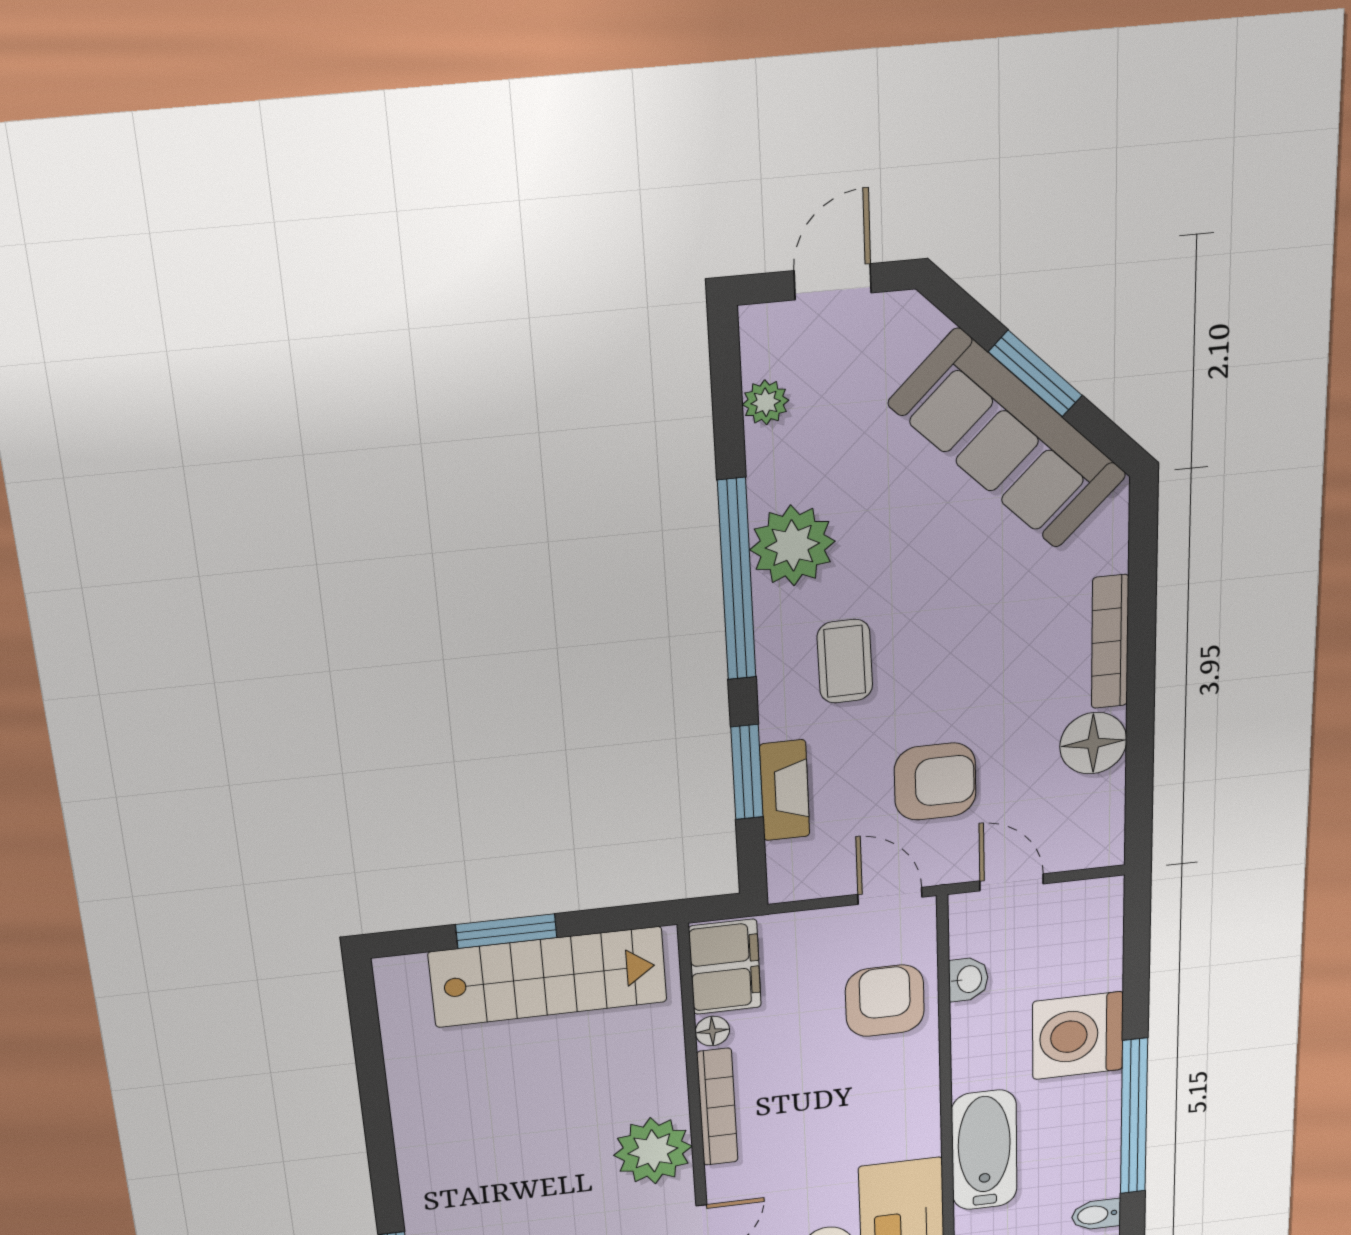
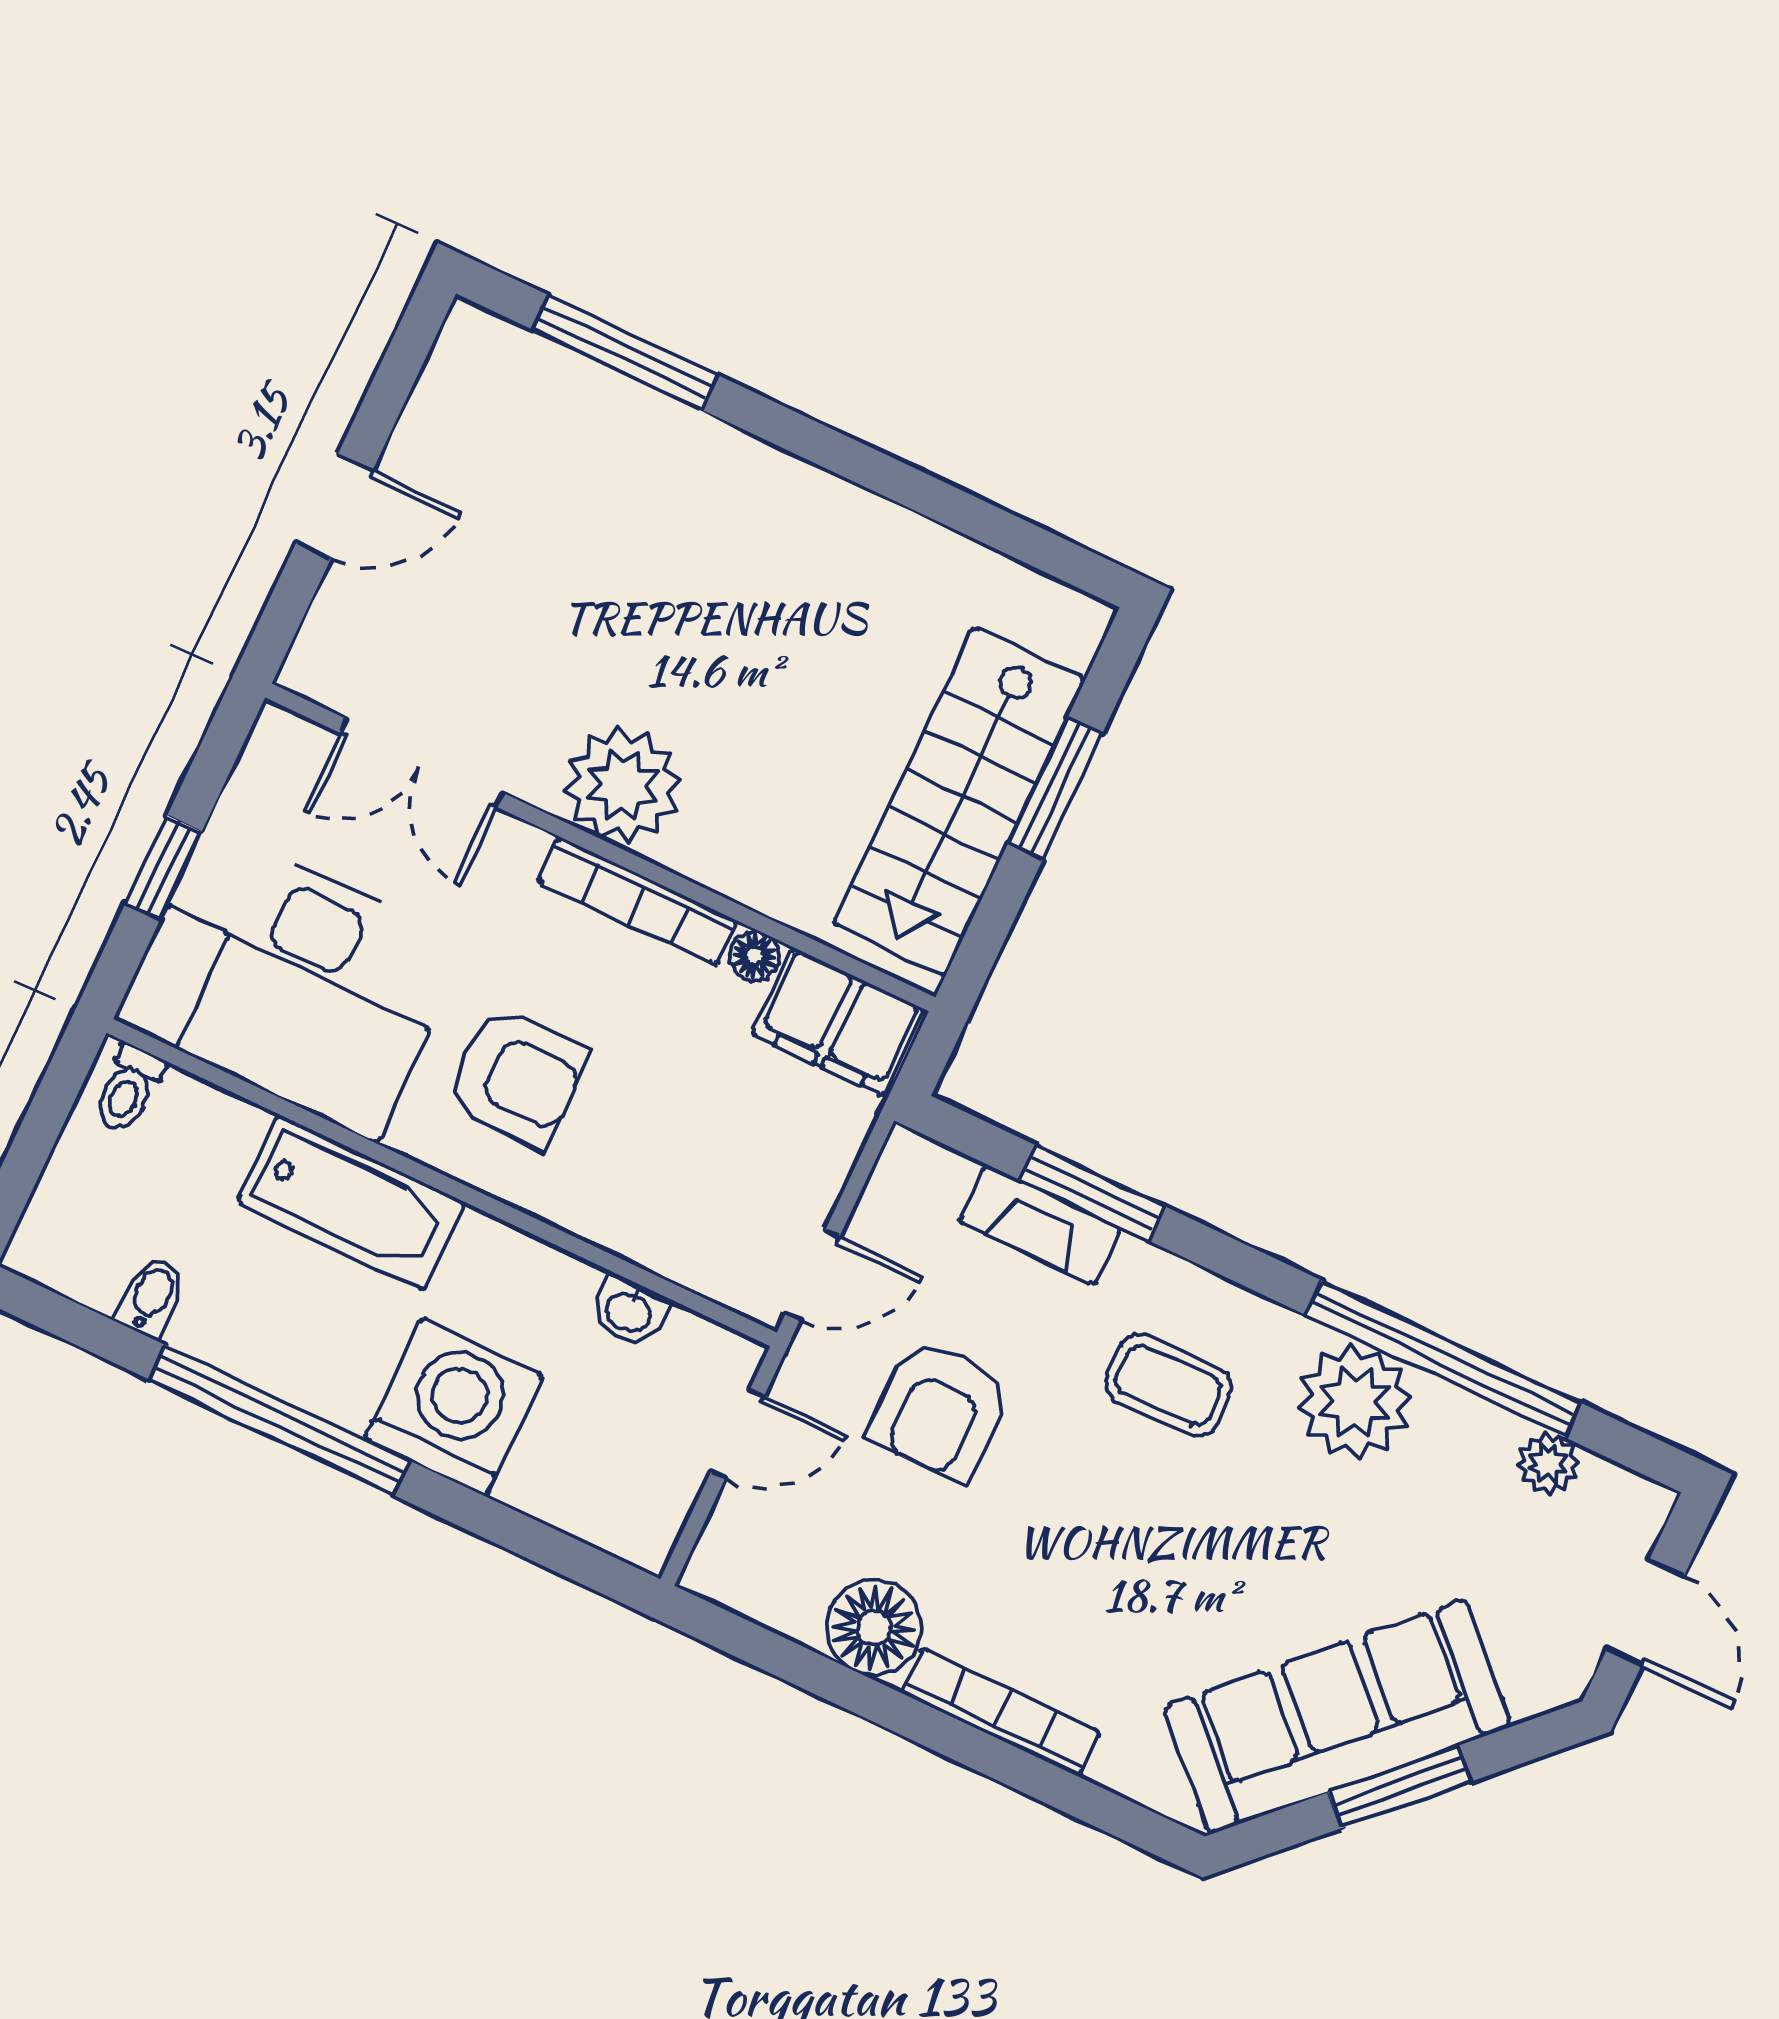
window: (737, 580) -> (1443, 1359), moved
armchair: (885, 1001) -> (517, 1077), moved

